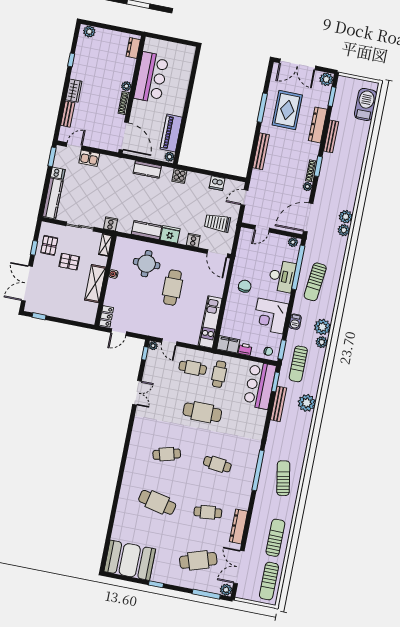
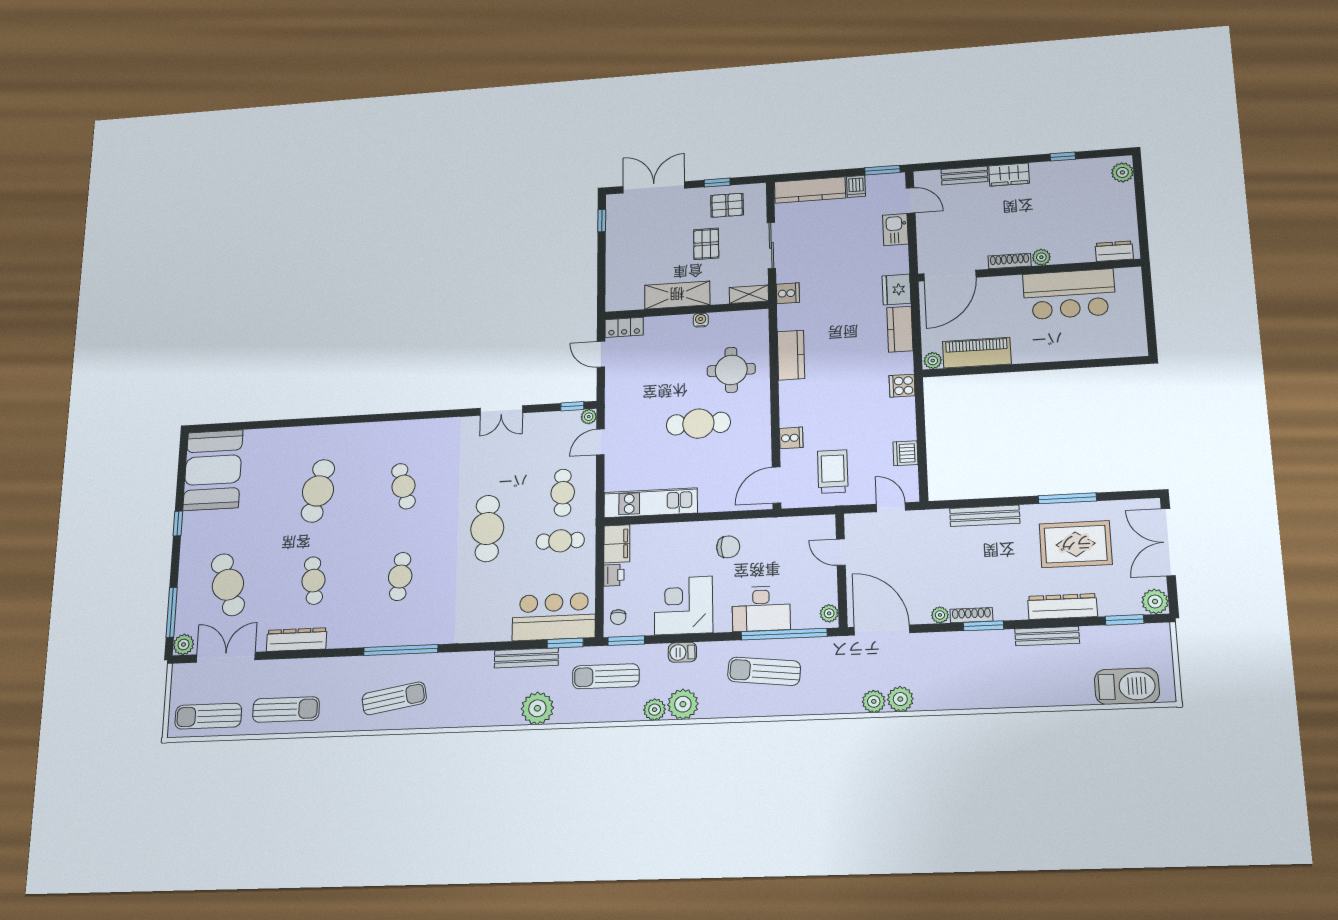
fridge: (170, 234) -> (896, 290), moved, turned 180

